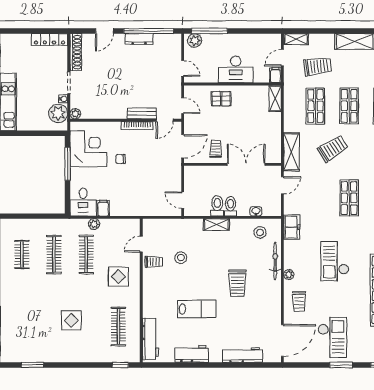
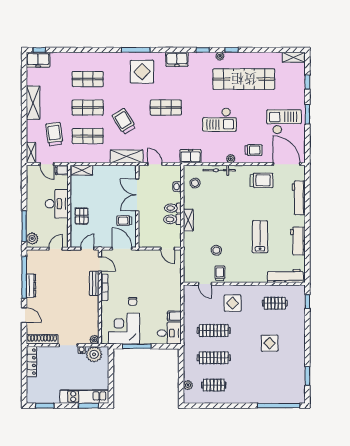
door: (183, 200) -> (168, 249), hinge flipped
plant: (94, 224) -> (188, 385), moved
trolley: (237, 283) -> (262, 180), moved
clothes rail: (118, 326) -> (275, 303), width x0.73

